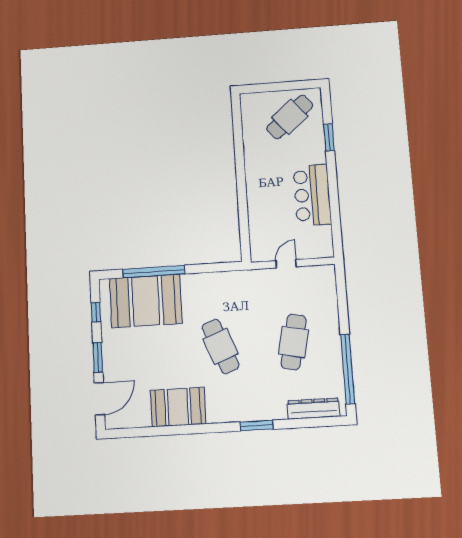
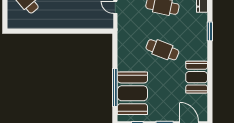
cafe table: (221, 346) -> (162, 50), turned 42

